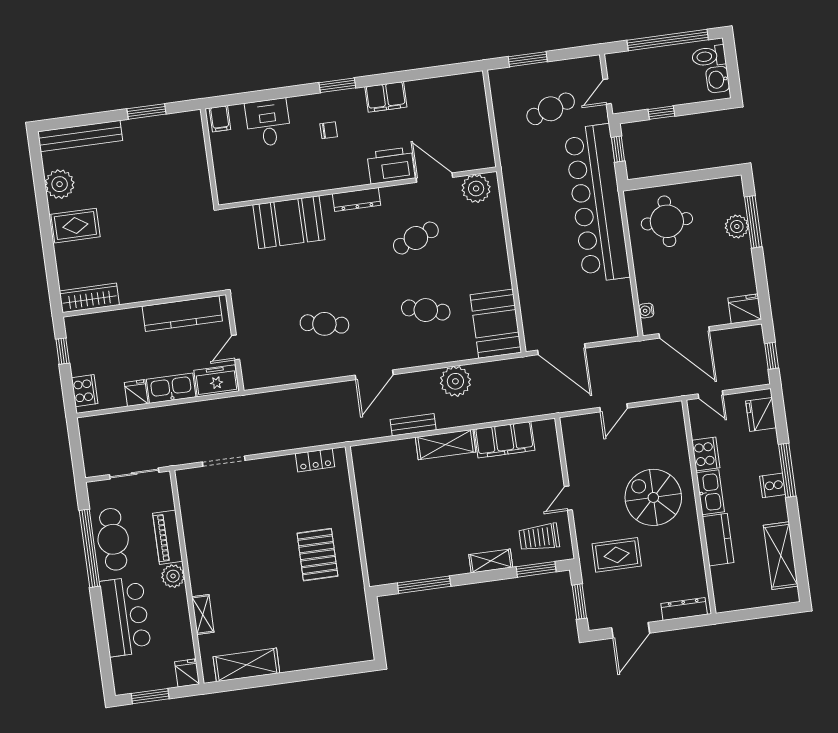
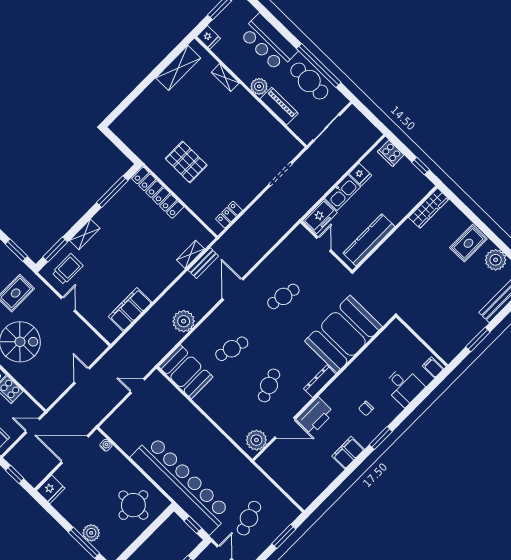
booth: (289, 222) -> (343, 334), width x1.36, depth x1.42
door: (561, 349) -> (137, 386), width x0.53
bench: (413, 425) -> (203, 263), moved
shelving: (446, 445) -> (190, 254), moved, width x0.67, depth x0.75
locker: (375, 545) -> (158, 193), added

